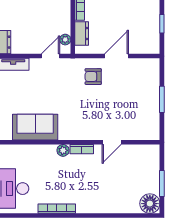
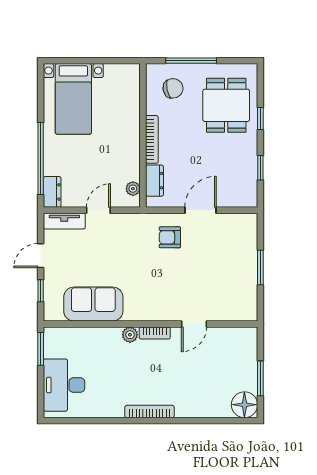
door: (51, 56) -> (98, 210), moved
bookcase: (57, 209) -> (150, 411), moved

